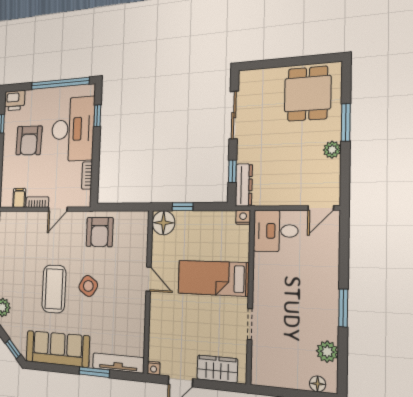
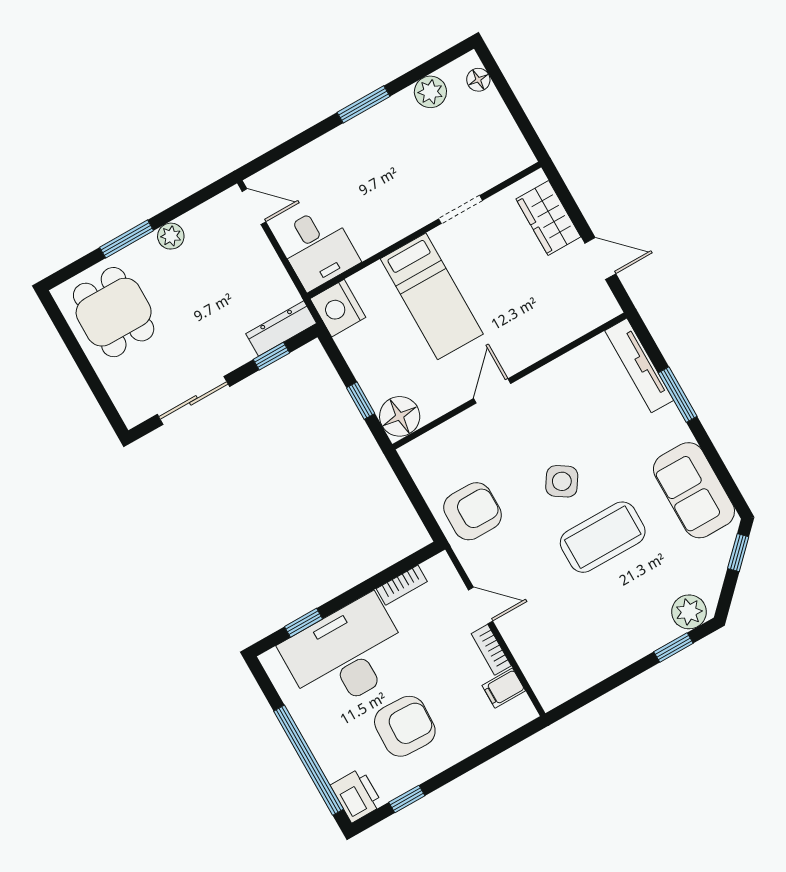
window: (60, 83) -> (309, 760), moved
dining table: (308, 94) -> (114, 312), turned 90
nightstand: (243, 217) -> (338, 308), width x1.89, depth x1.79
sofa: (57, 349) -> (694, 490), width x0.73
nightstand: (154, 368) -> (609, 308), removed

